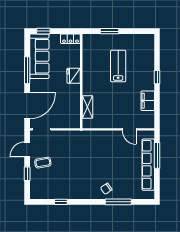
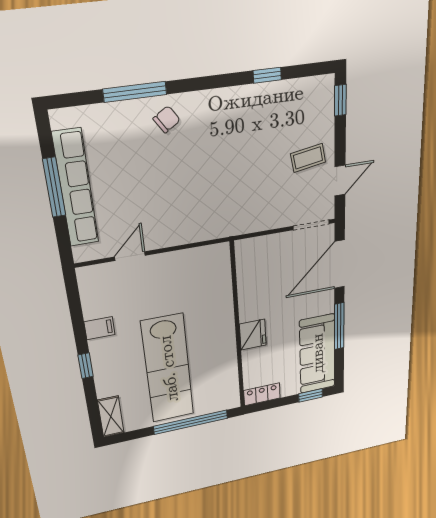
window: (110, 31) -> (191, 422), width x2.11
lab bench: (118, 66) -> (168, 369), width x1.86, depth x1.39
filing cabinet: (148, 101) -> (100, 328), width x0.50
shelving: (88, 107) -> (111, 417), moved
door: (129, 129) -> (130, 256), hinge flipped
window: (157, 155) -> (54, 187), moved
window: (27, 174) -> (340, 100), moved

